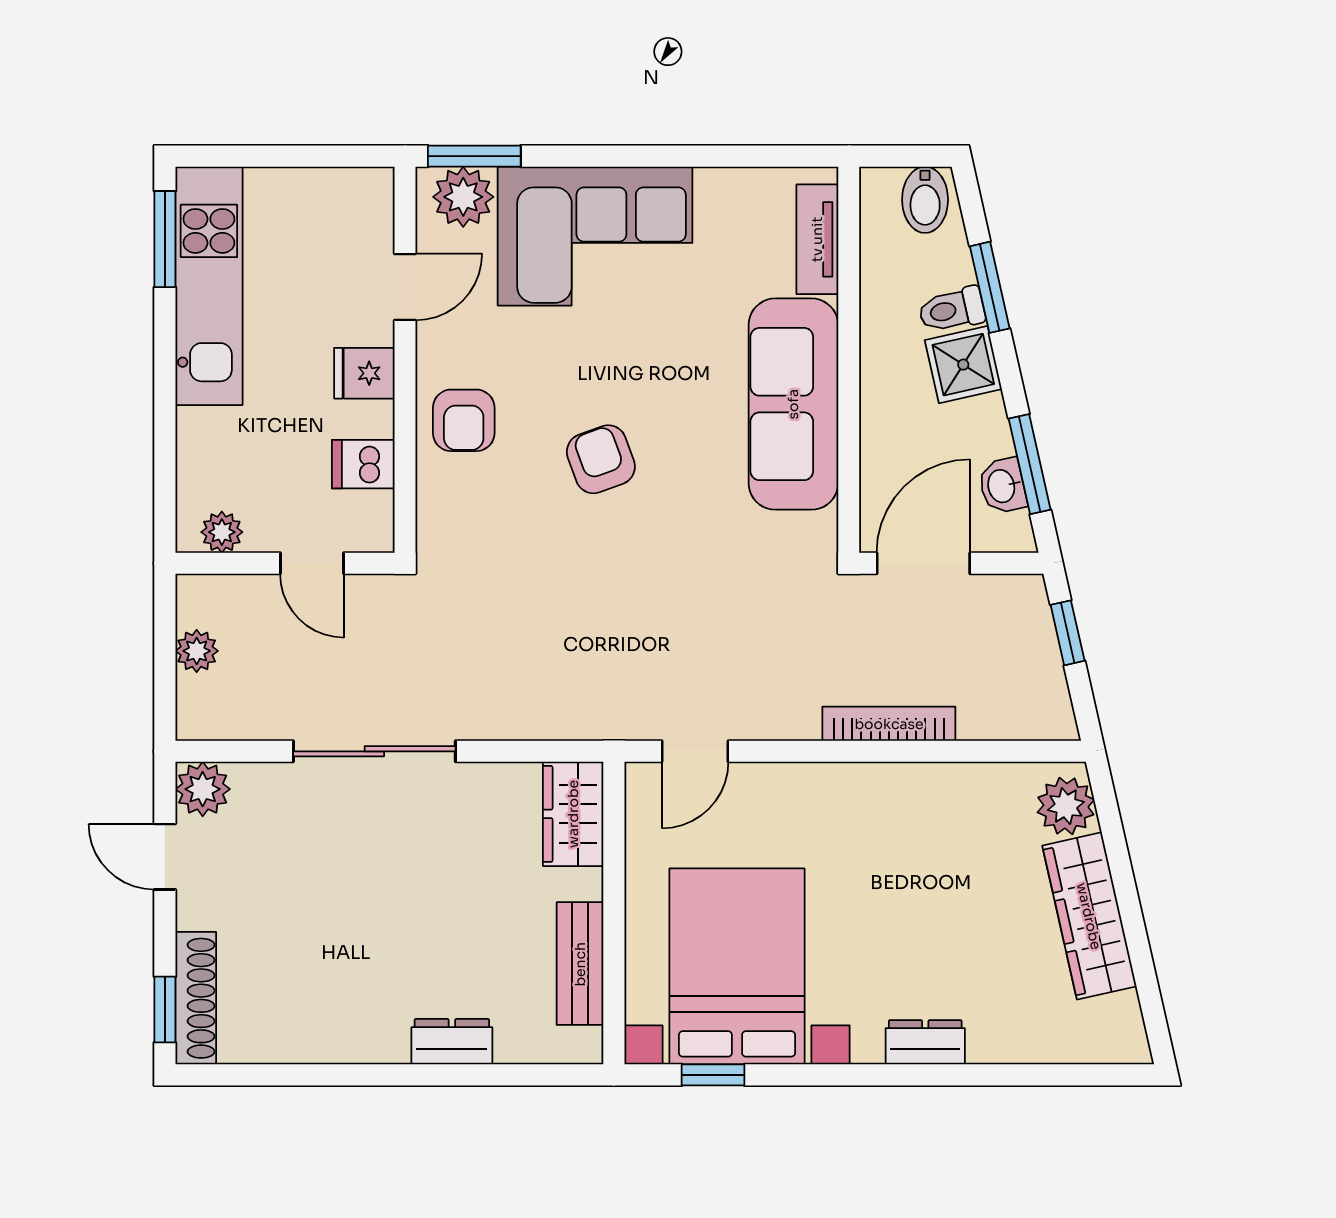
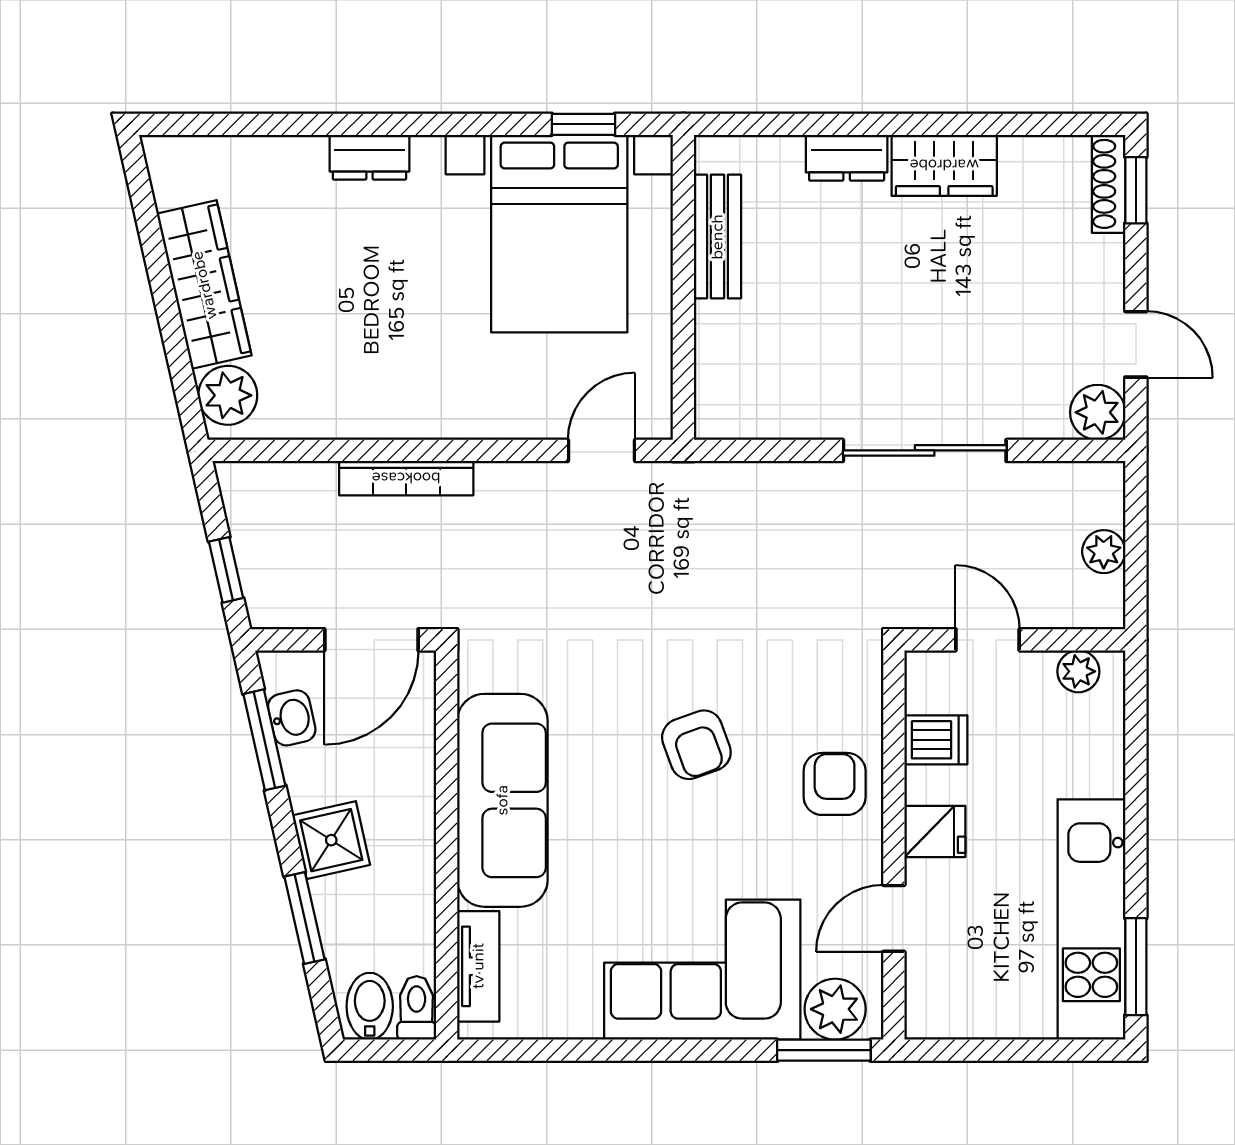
toilet: (952, 310) -> (417, 1008), moved, turned -77
wardrobe: (573, 814) -> (944, 165), moved, turned 90
shoe rack: (196, 998) -> (1109, 184), width x0.74, depth x0.81

